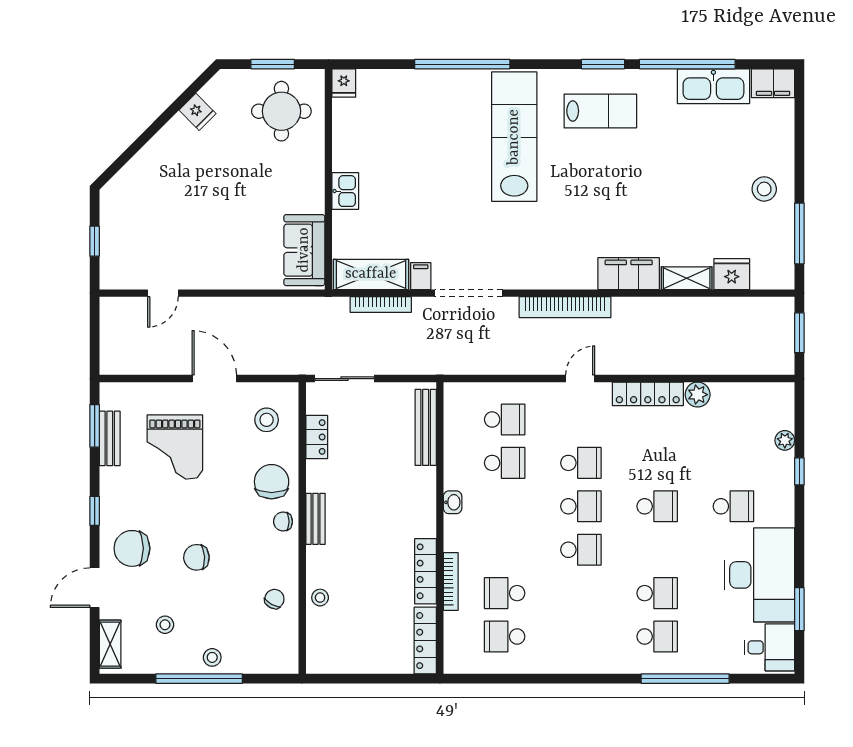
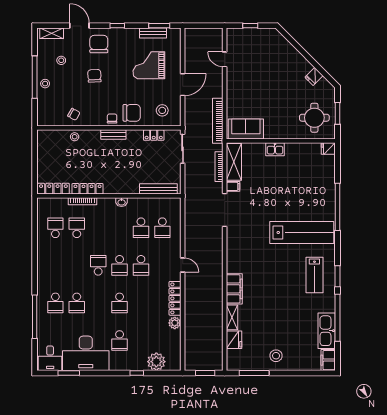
bookcase: (565, 307) -> (218, 121), moved
plant: (785, 440) -> (156, 362), width x1.88, depth x1.88
school desk: (581, 550) -> (98, 265), turned 180

